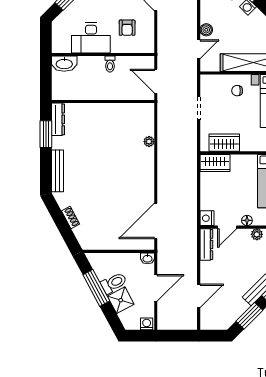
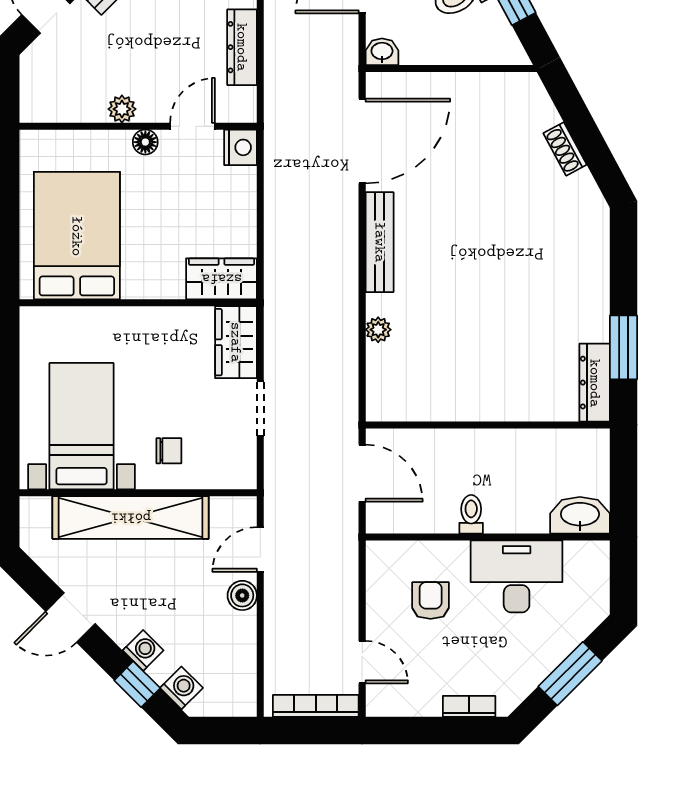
wardrobe: (224, 143) -> (236, 342), moved, turned 90
bench: (58, 171) -> (380, 242), moved
dresser: (206, 244) -> (242, 47), moved

